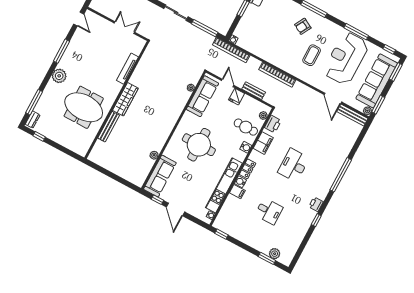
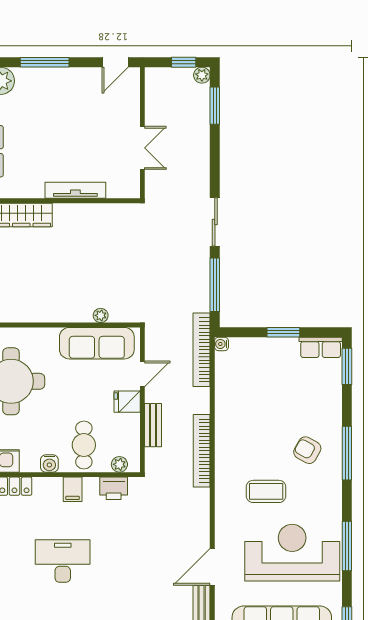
filing cabinet: (263, 143) -> (73, 489), width x0.50

